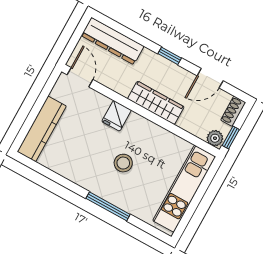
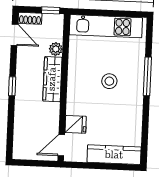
dresser: (113, 41) -> (22, 134), removed
door: (210, 78) -> (14, 35), moved
fridge: (117, 116) -> (76, 124), moved
plant: (215, 138) -> (56, 49), moved

